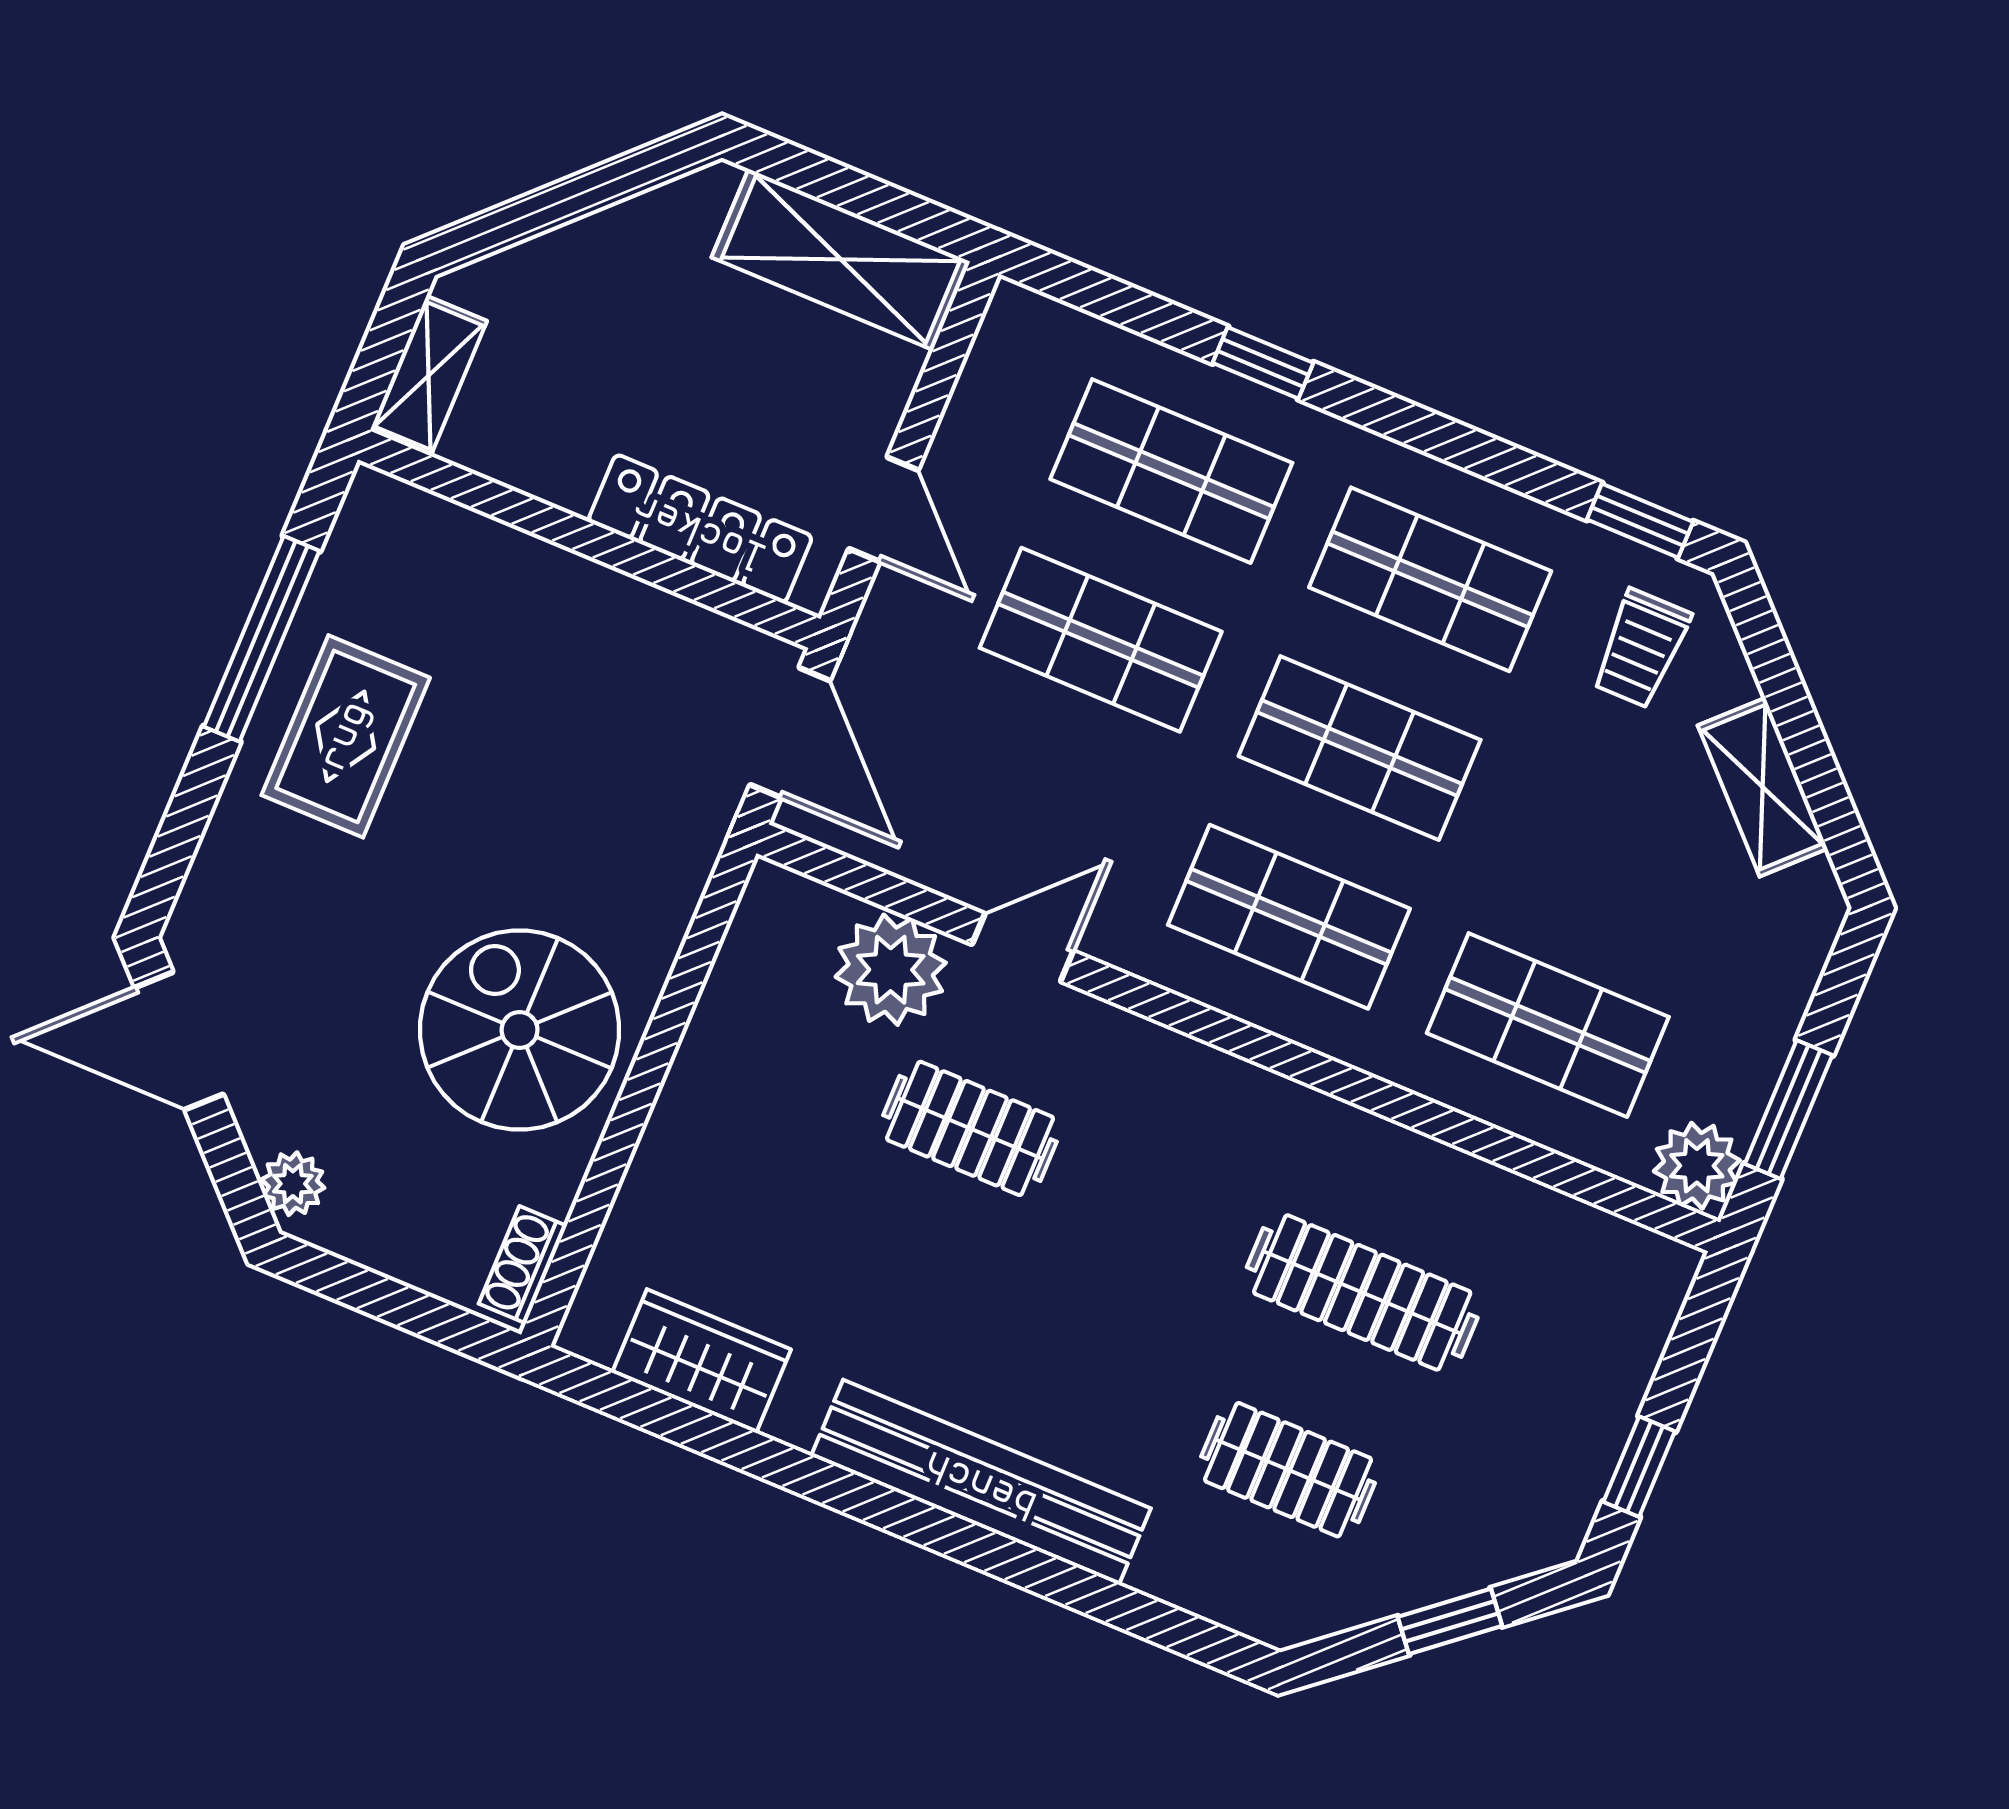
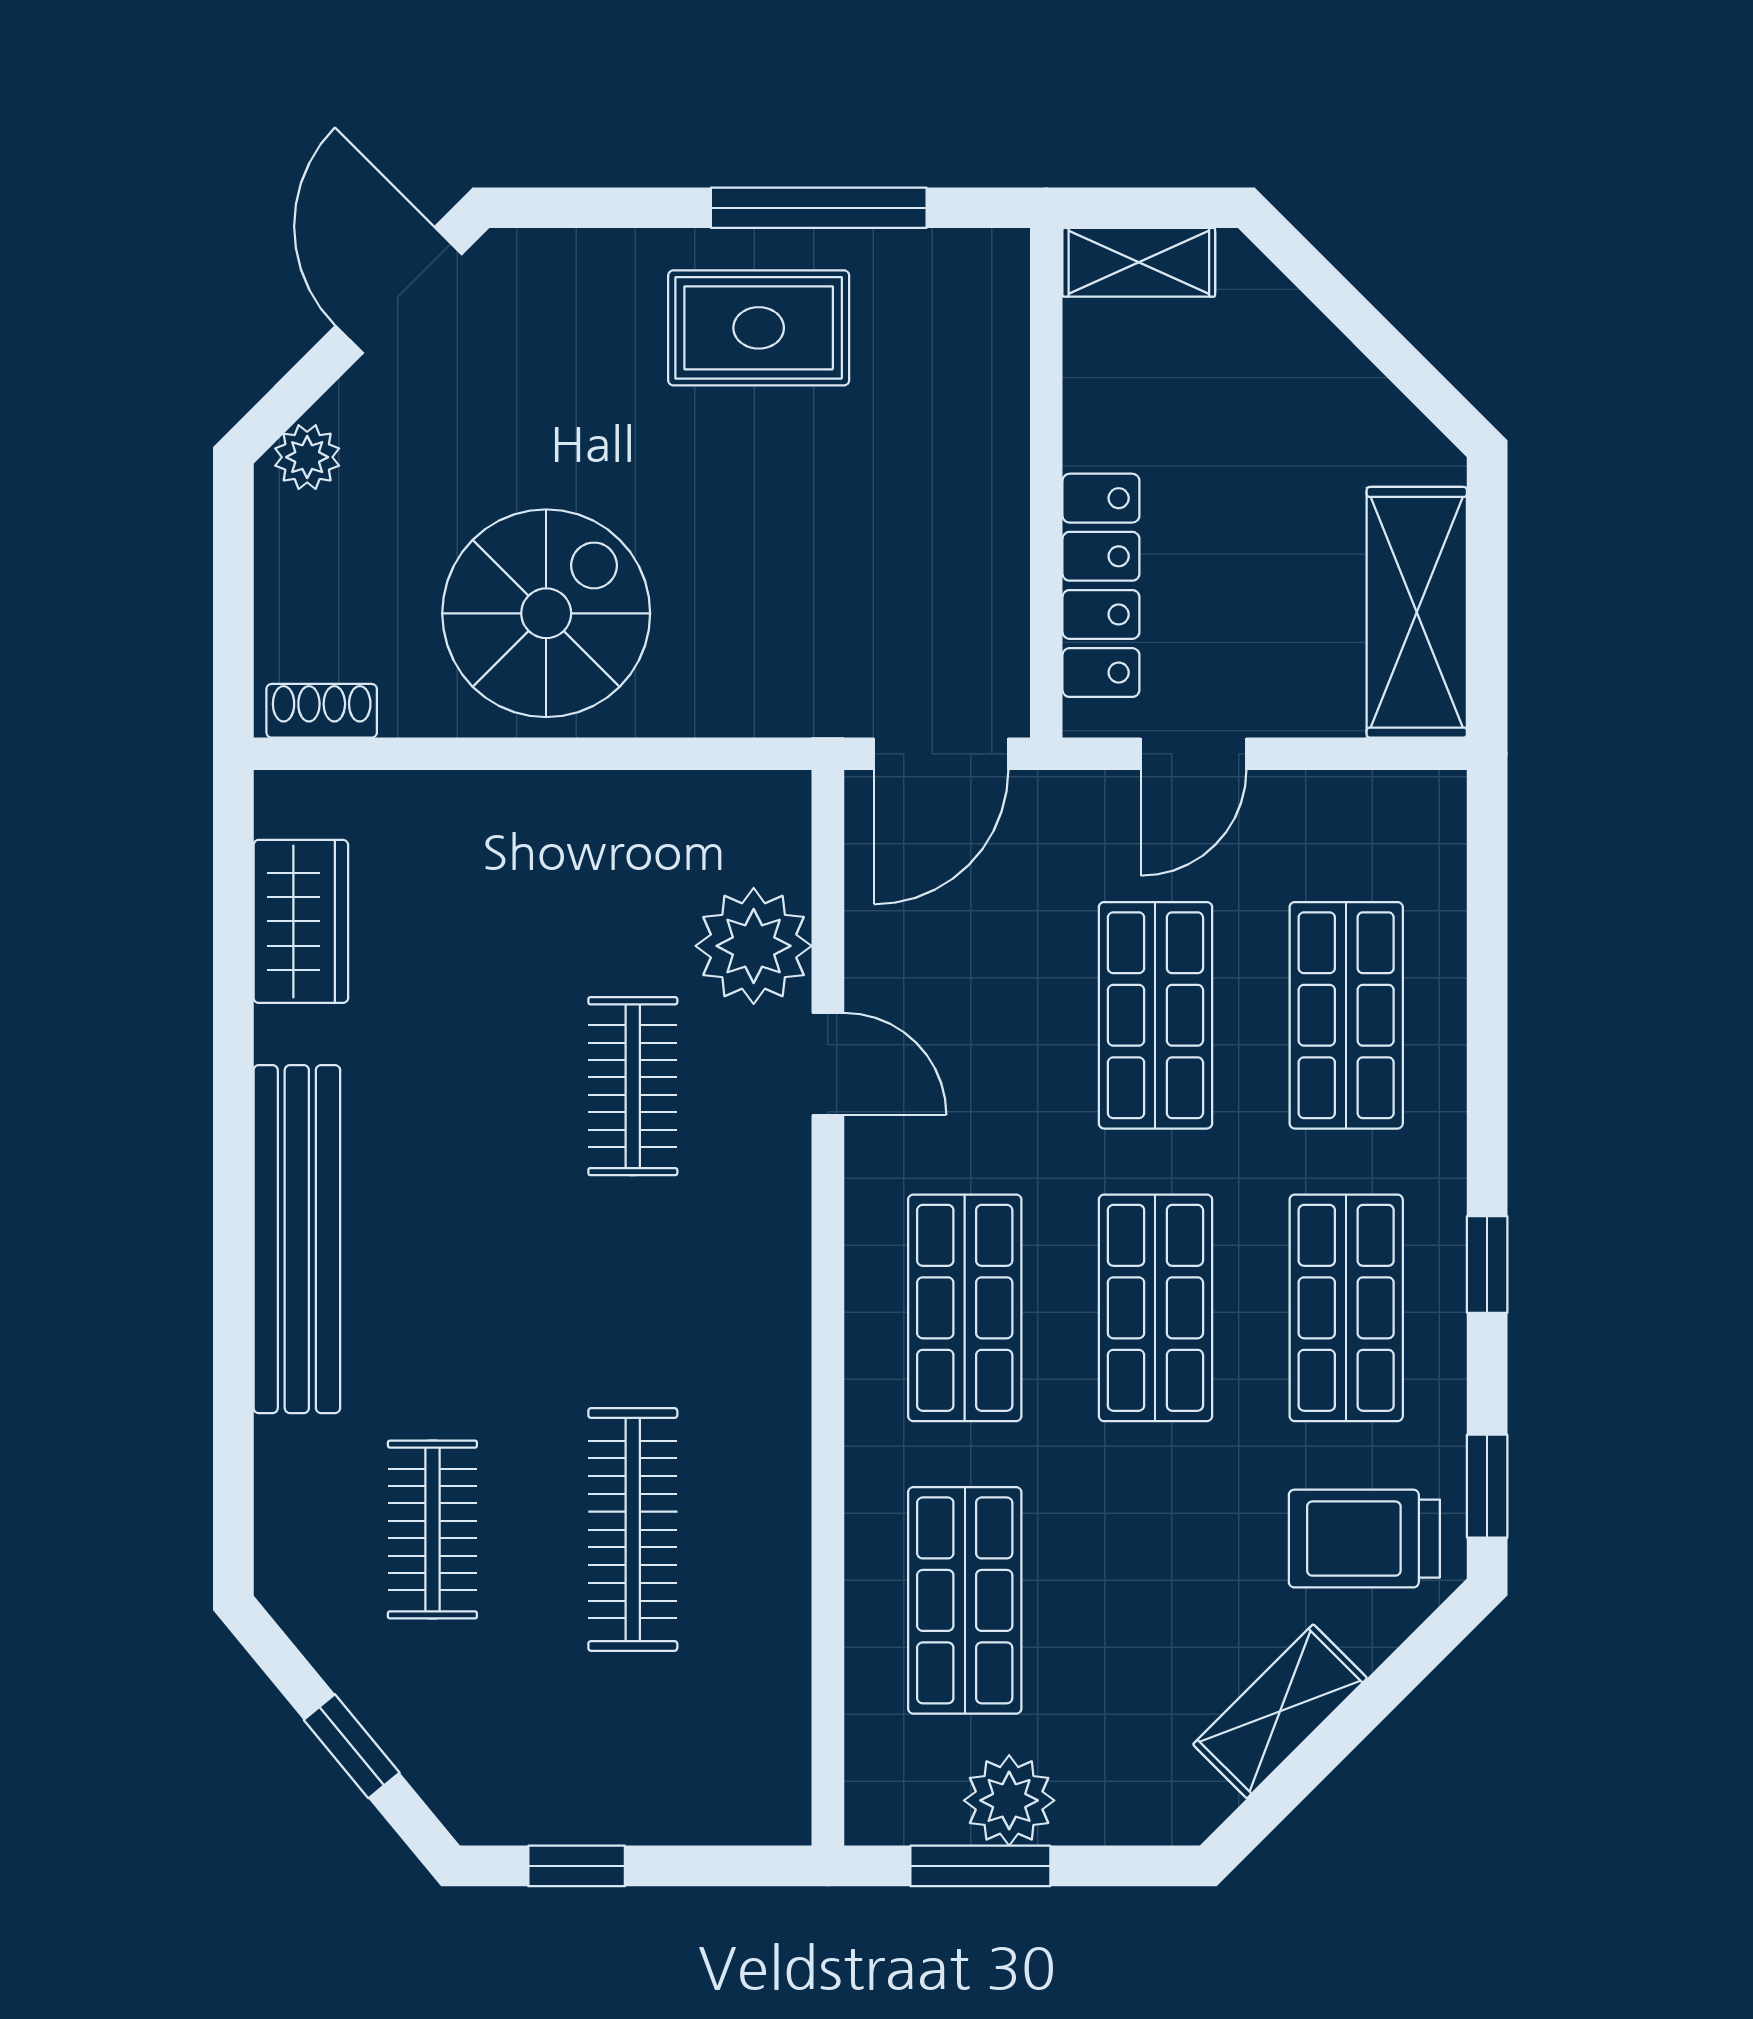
window: (1263, 363) -> (1487, 1264), moved
trolley: (1641, 649) -> (1364, 1539), width x1.36, depth x1.39
plant: (1697, 1166) -> (1009, 1800), moved

